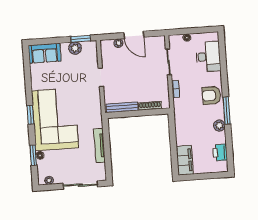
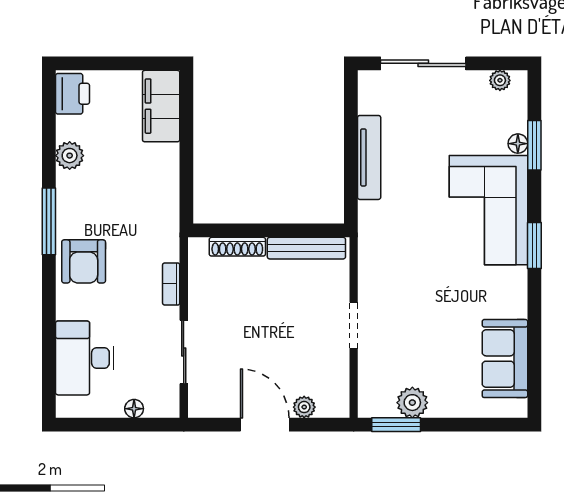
sofa: (45, 53) -> (505, 359), moved, turned -90
armchair: (211, 95) -> (84, 261), turned 90
corner sofa: (55, 119) -> (489, 210), width x0.73, depth x0.74
plant: (219, 126) -> (70, 156), moved
printer: (220, 152) -> (72, 94), moved

